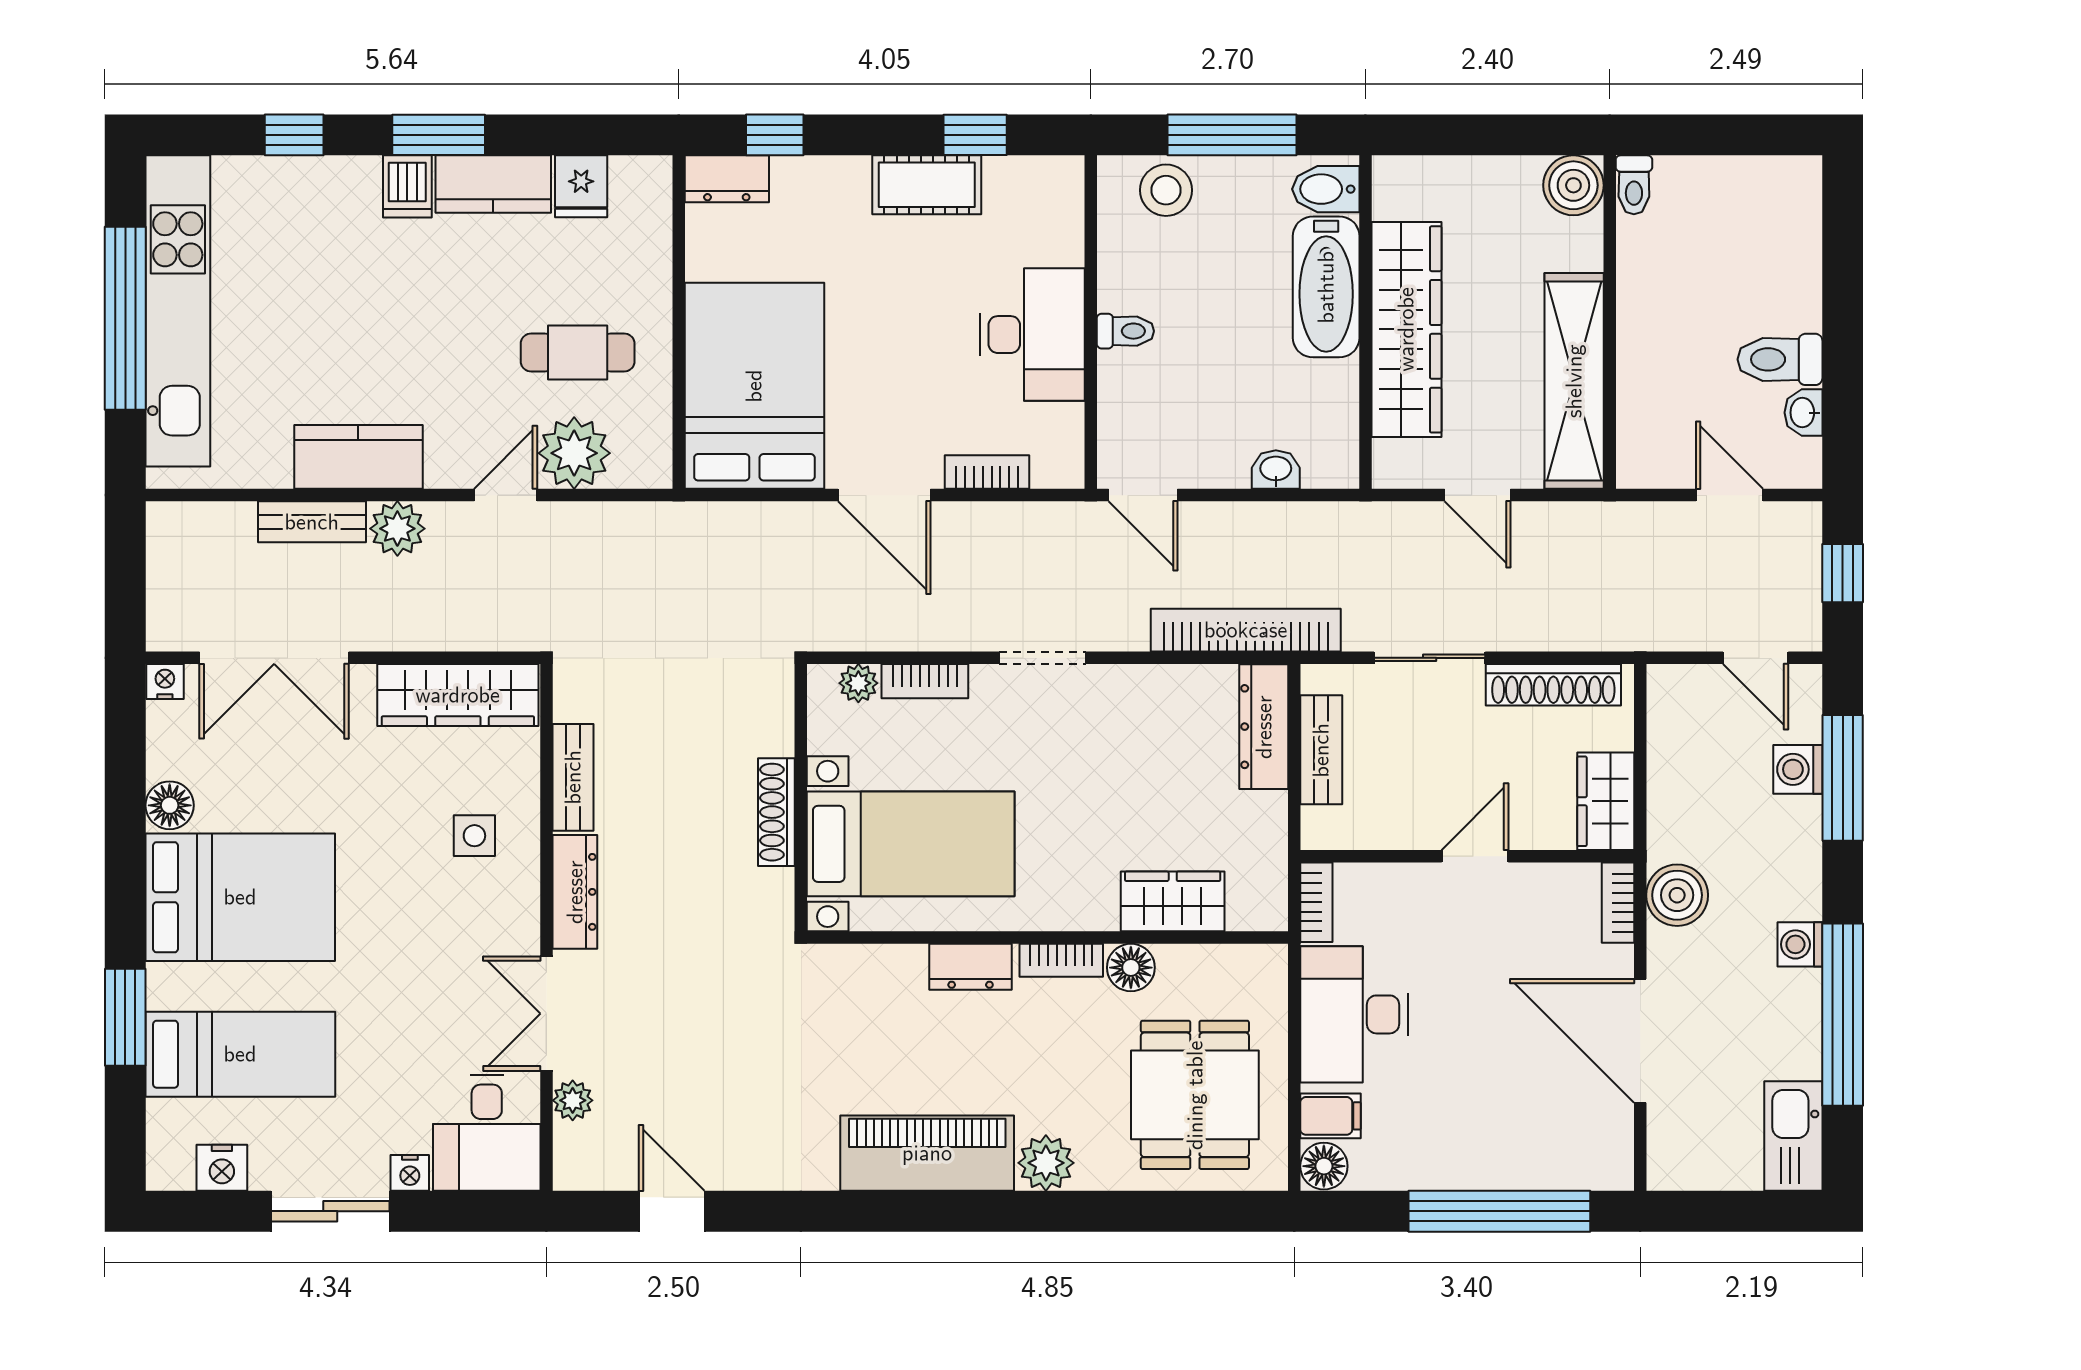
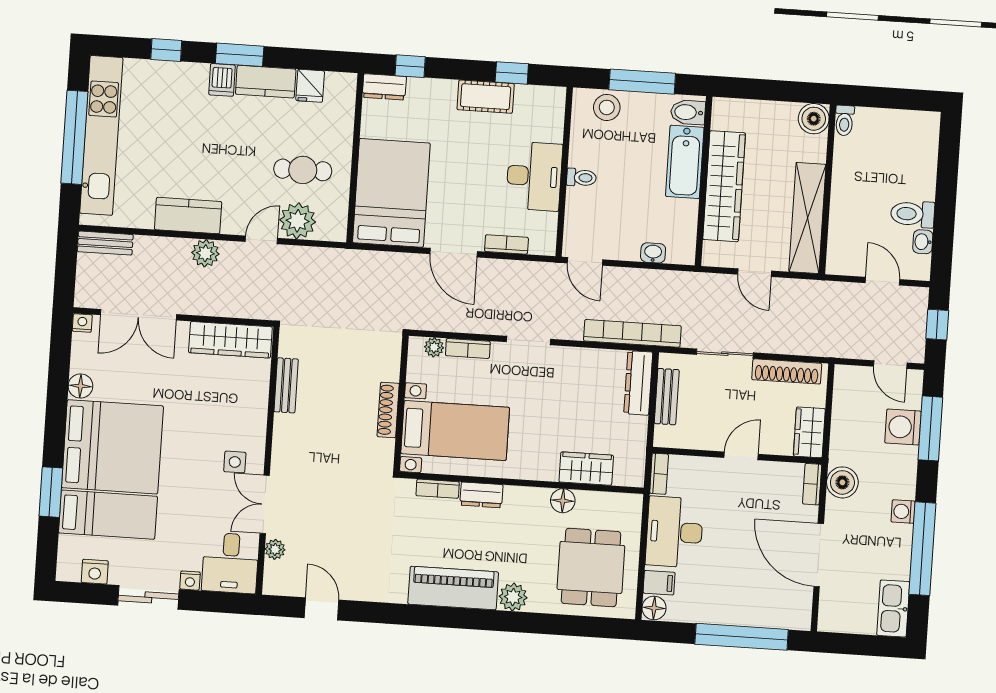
bench: (312, 522) -> (105, 243), moved
washing machine: (1798, 769) -> (903, 427), width x1.38, depth x1.38
side table: (474, 836) -> (235, 462), moved
dresser: (575, 892) -> (283, 444), removed
bed: (240, 897) -> (112, 447), width x1.36
bookcase: (1061, 960) -> (438, 489), moved

